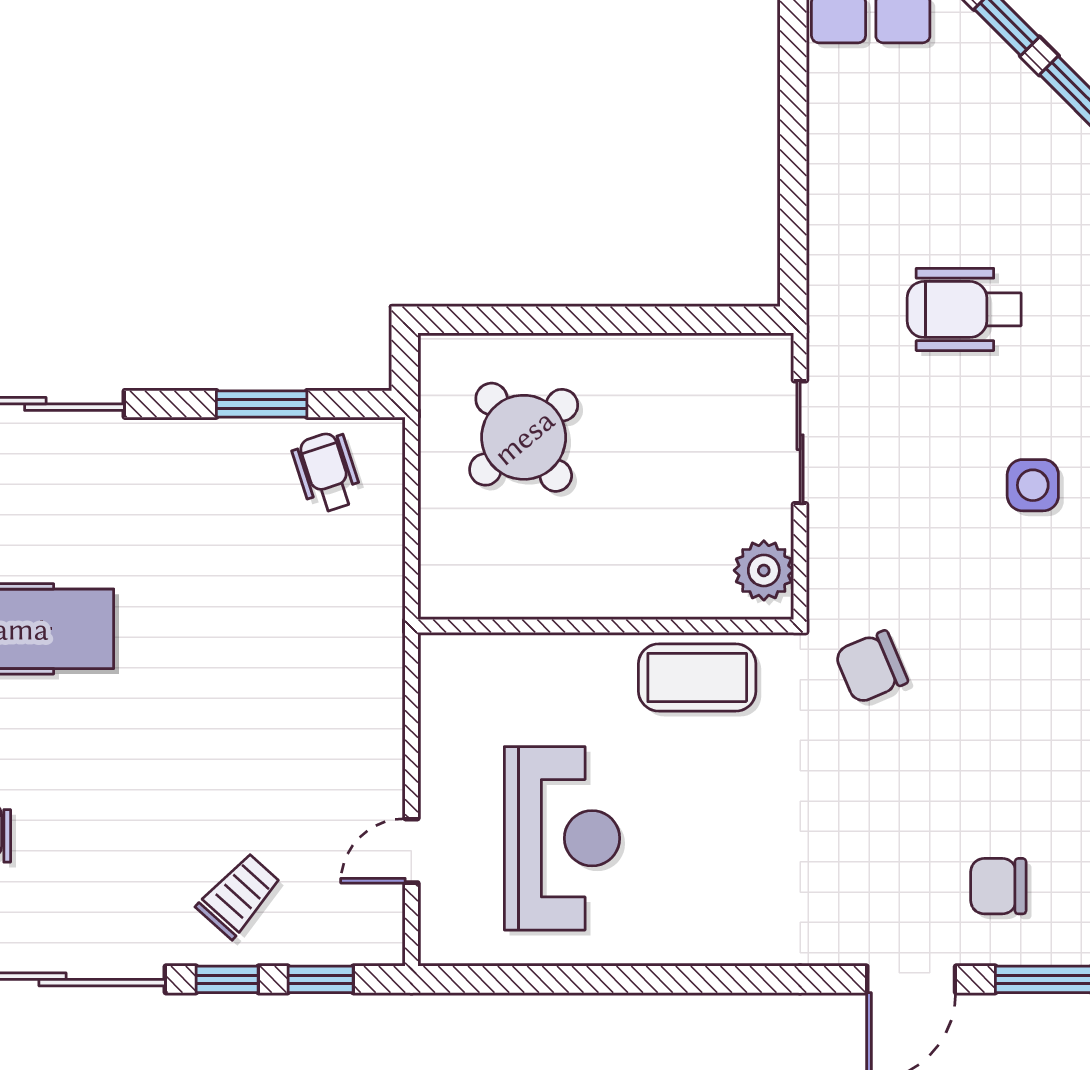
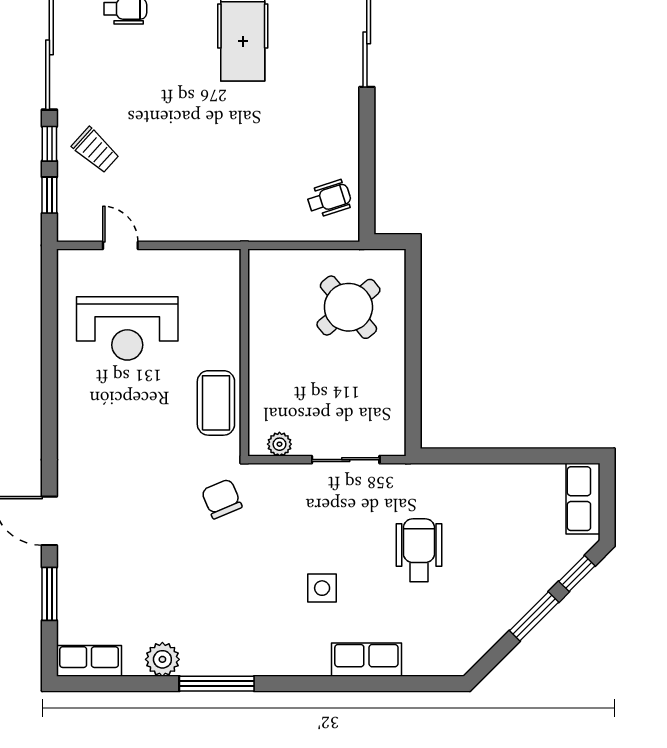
window: (262, 404) -> (367, 163), removed
plant: (764, 570) -> (279, 444), width x0.73, depth x0.73
chair: (998, 886) -> (101, 569), removed

